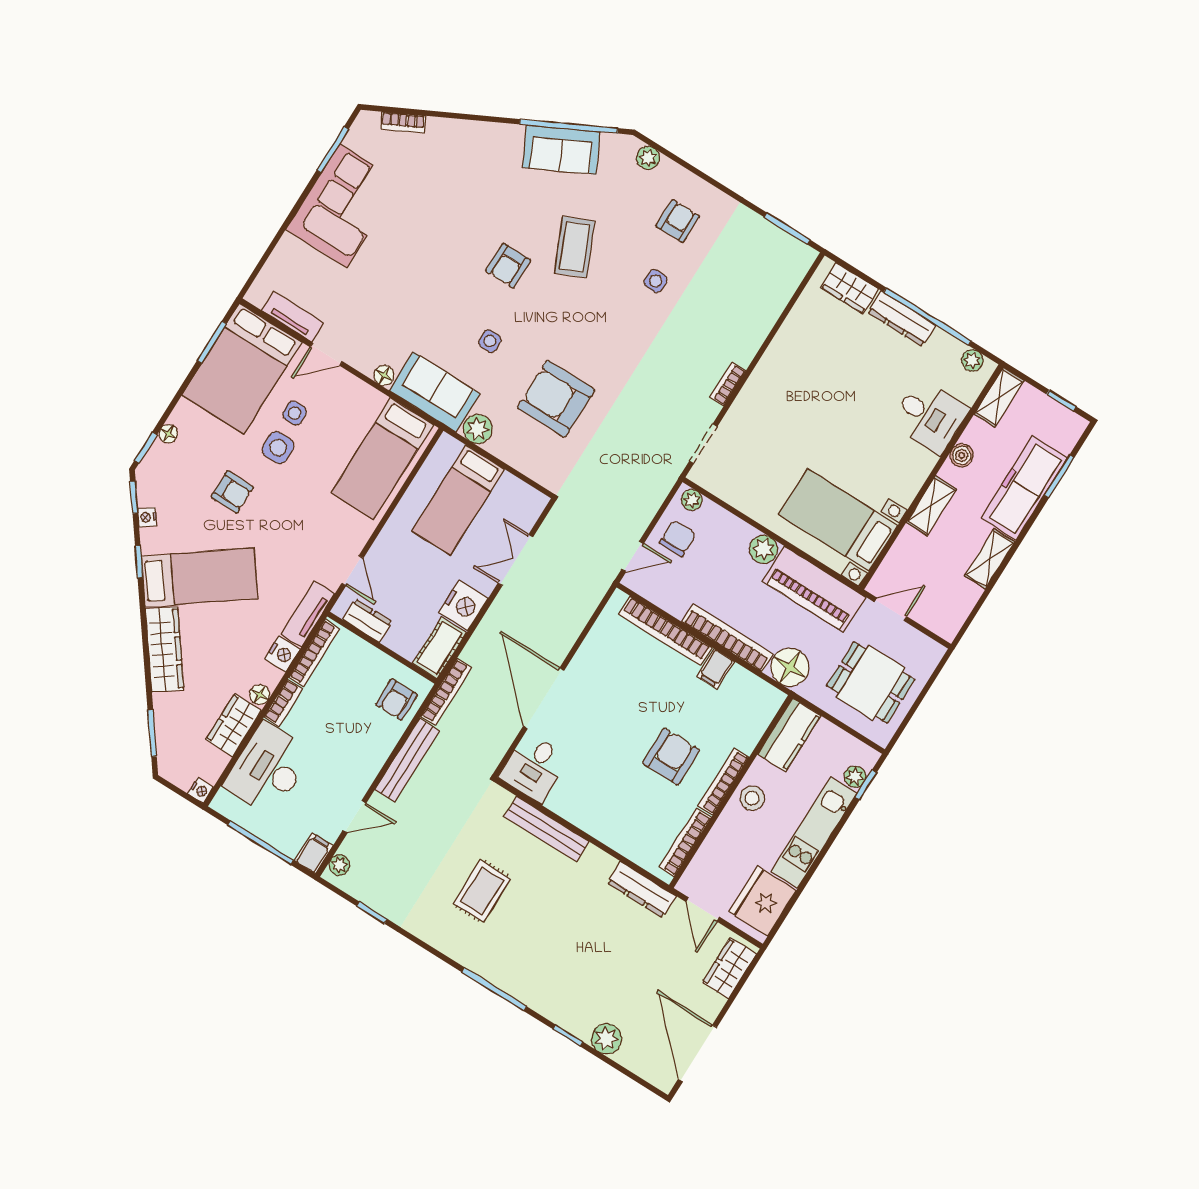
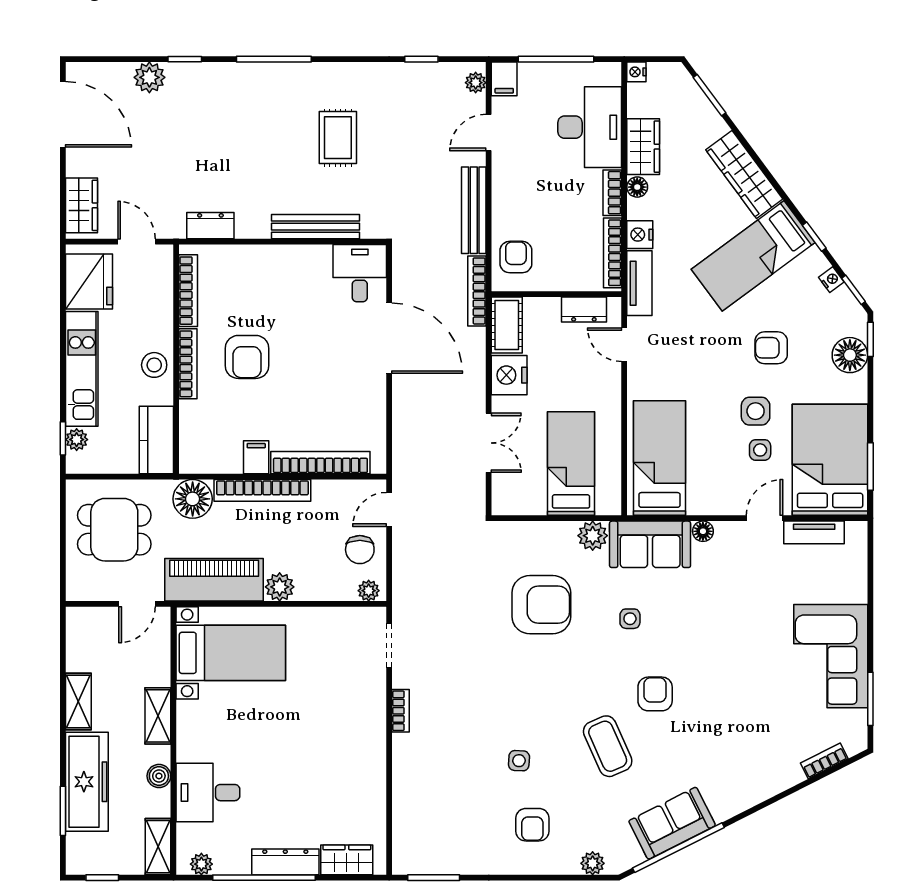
floor lamp: (168, 434) -> (850, 355), width x1.89, depth x1.89
dresser: (642, 890) -> (210, 226), width x0.70

